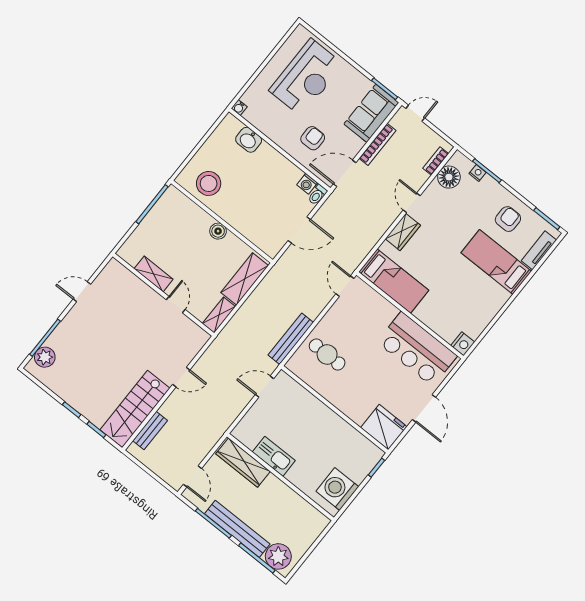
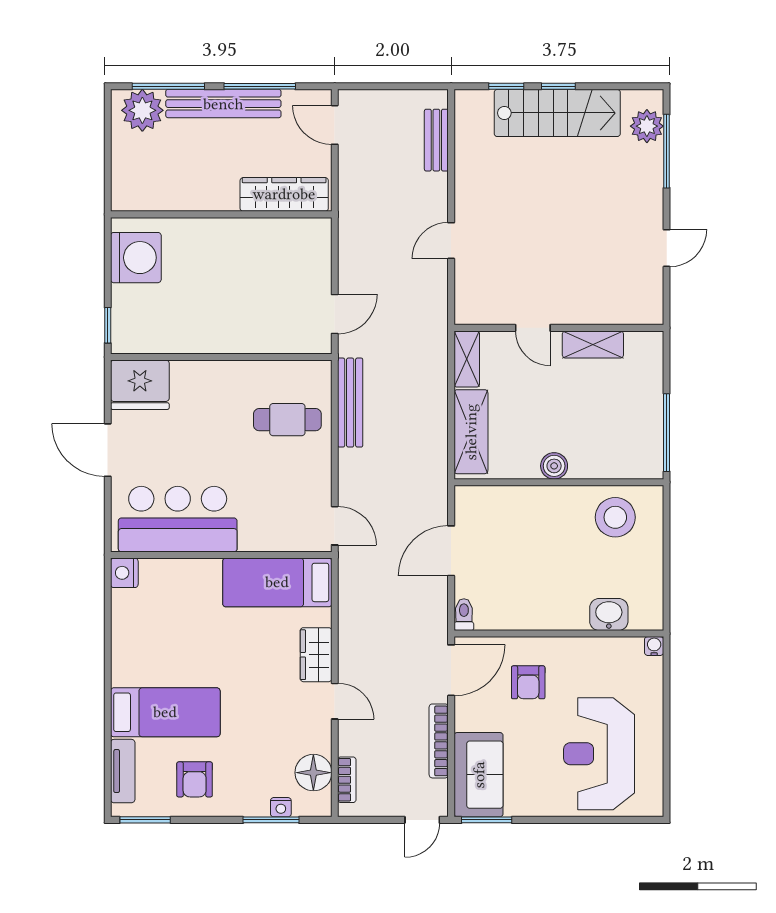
washing machine: (307, 184) -> (488, 618), removed
stairs: (135, 409) -> (557, 113), moved, turned 90
kitchen sink: (274, 456) -> (251, 234), removed

